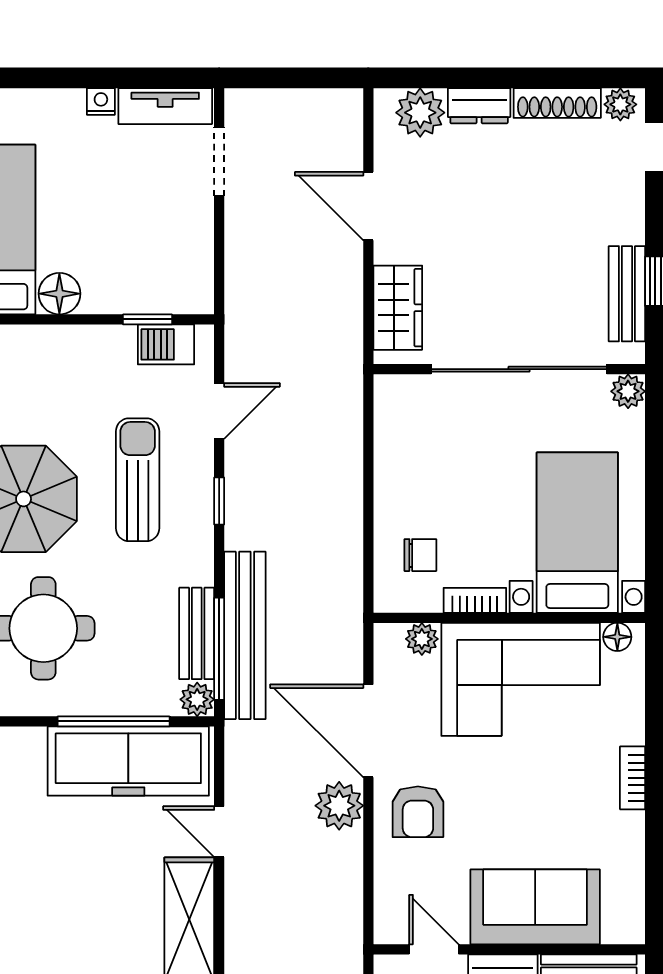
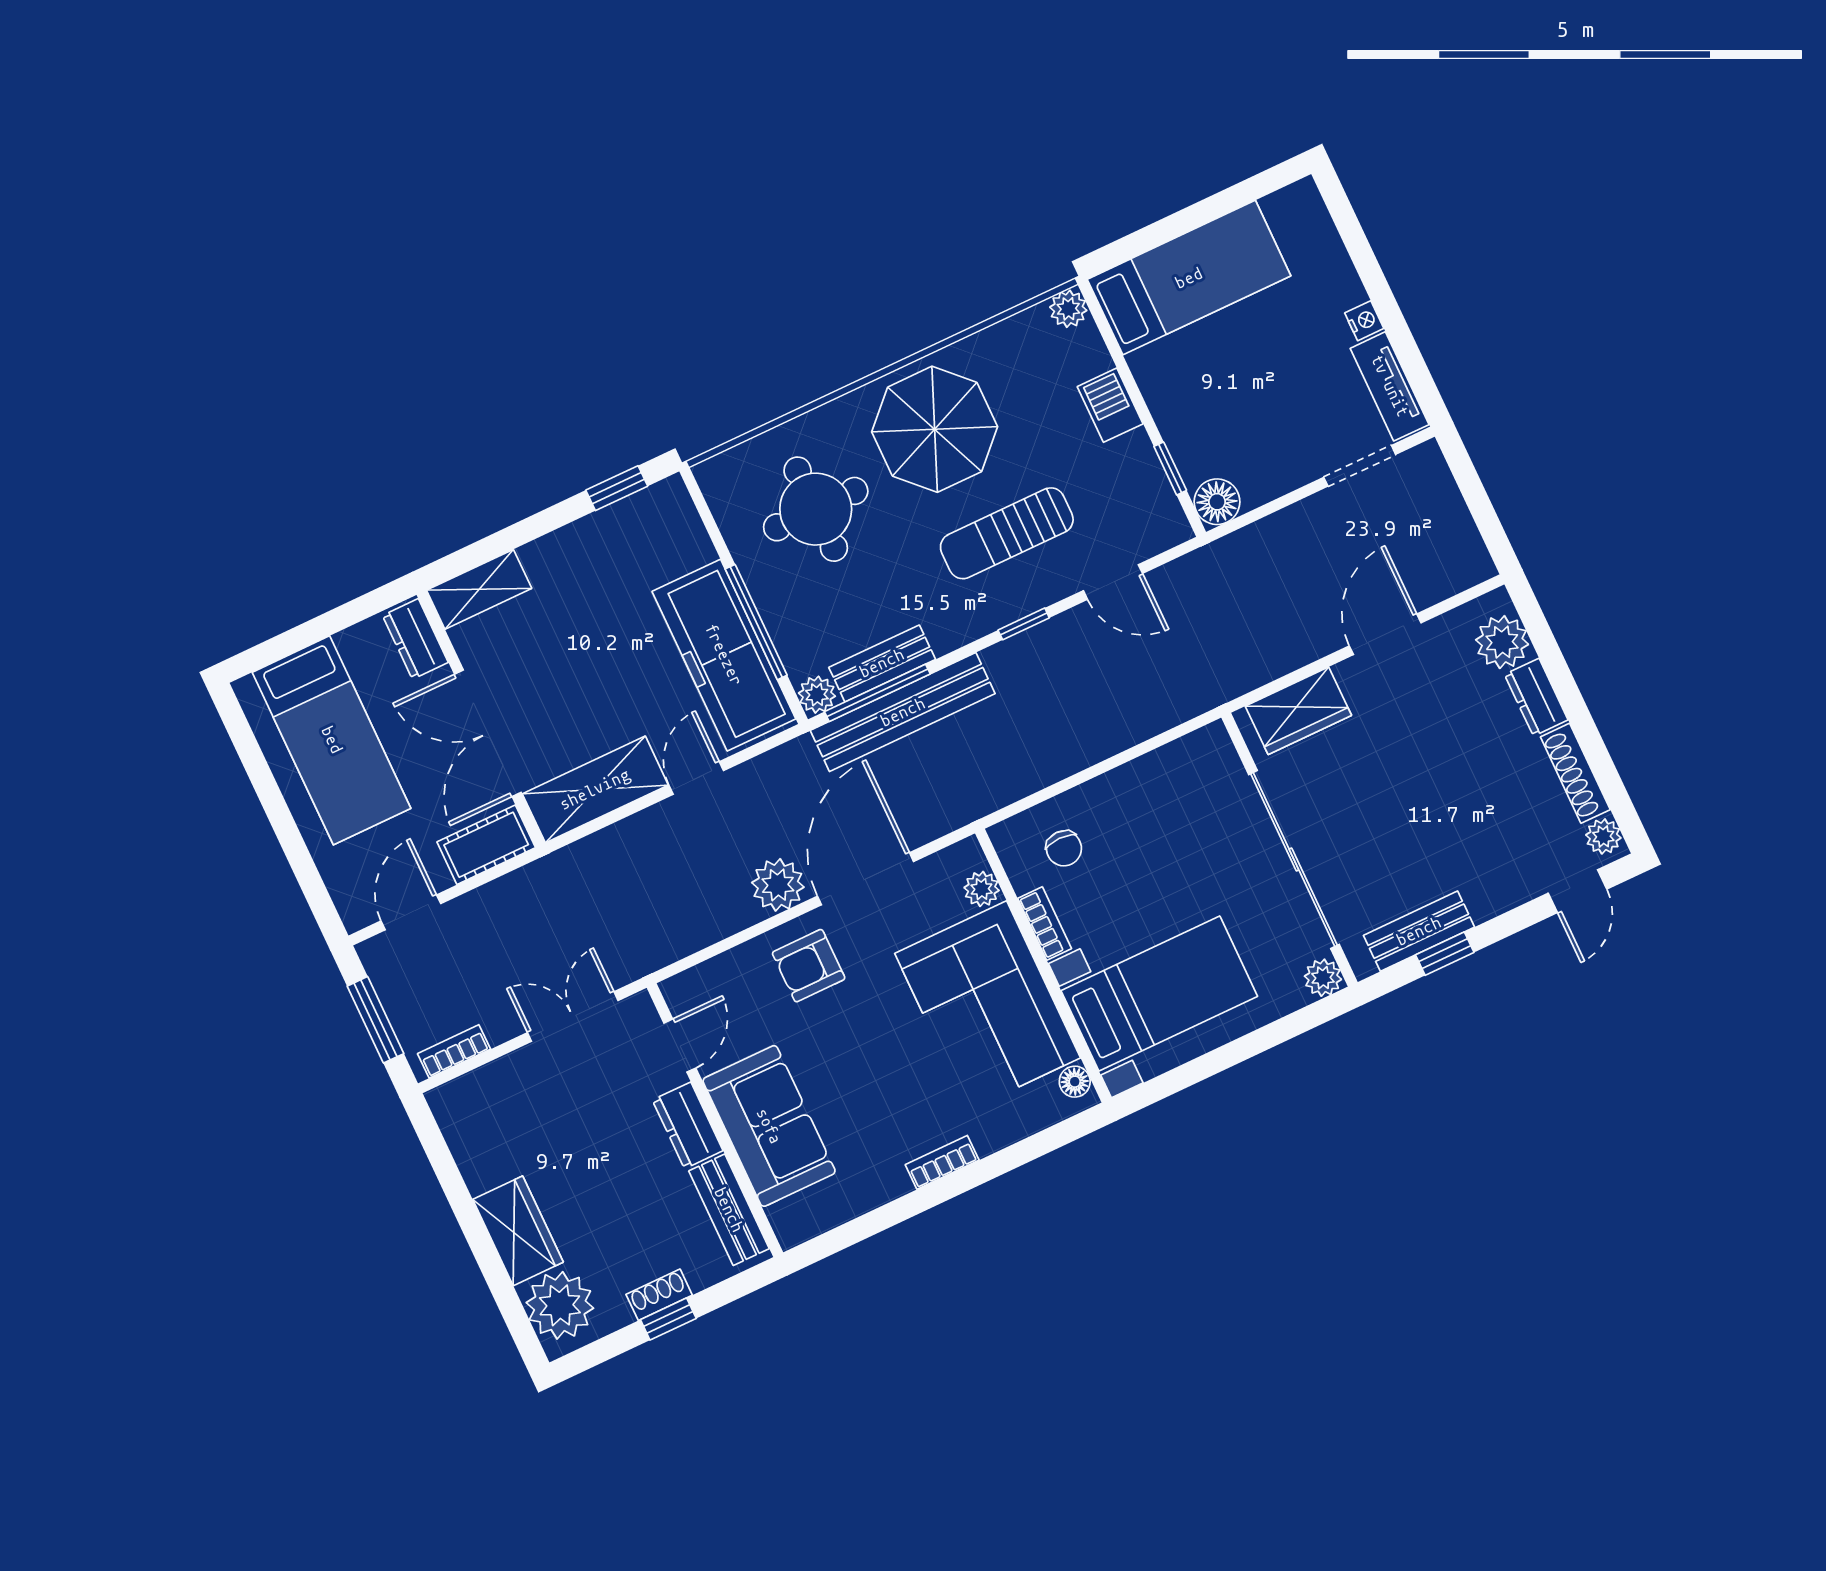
floor lamp: (59, 294) -> (1217, 502), moved
barbecue: (166, 344) -> (1110, 405), moved
sun lounger: (138, 480) -> (1007, 533), turned 180

